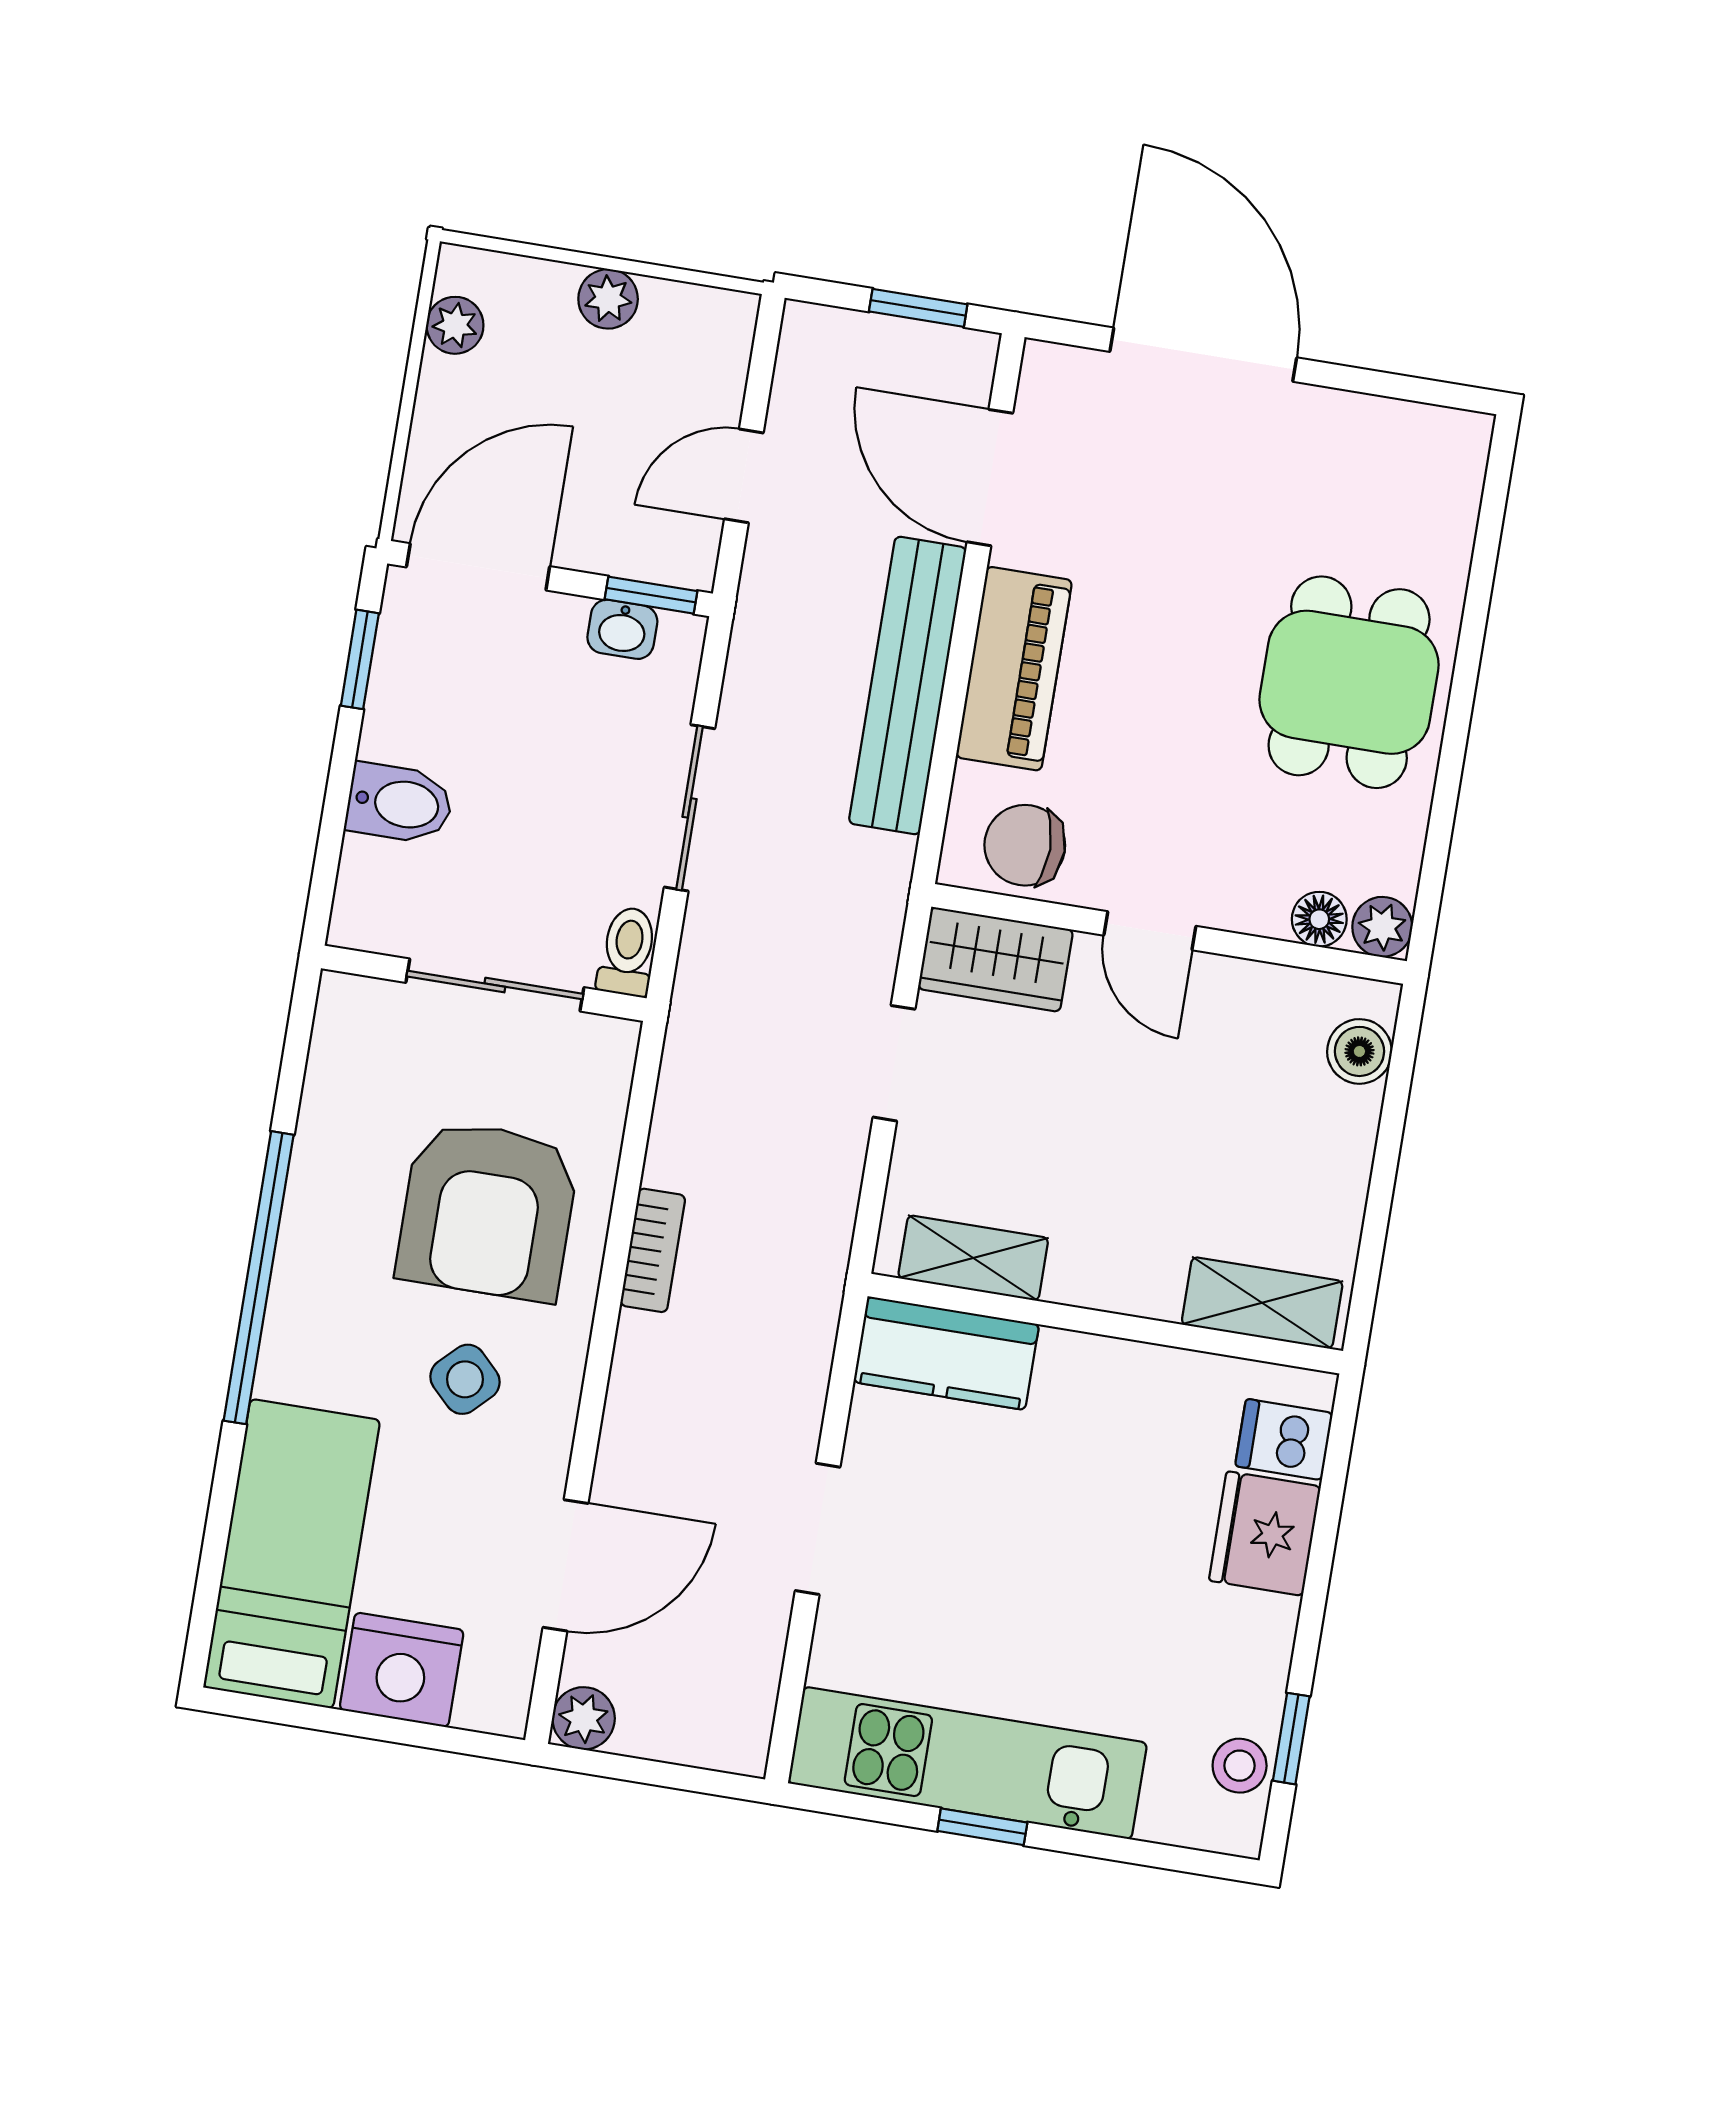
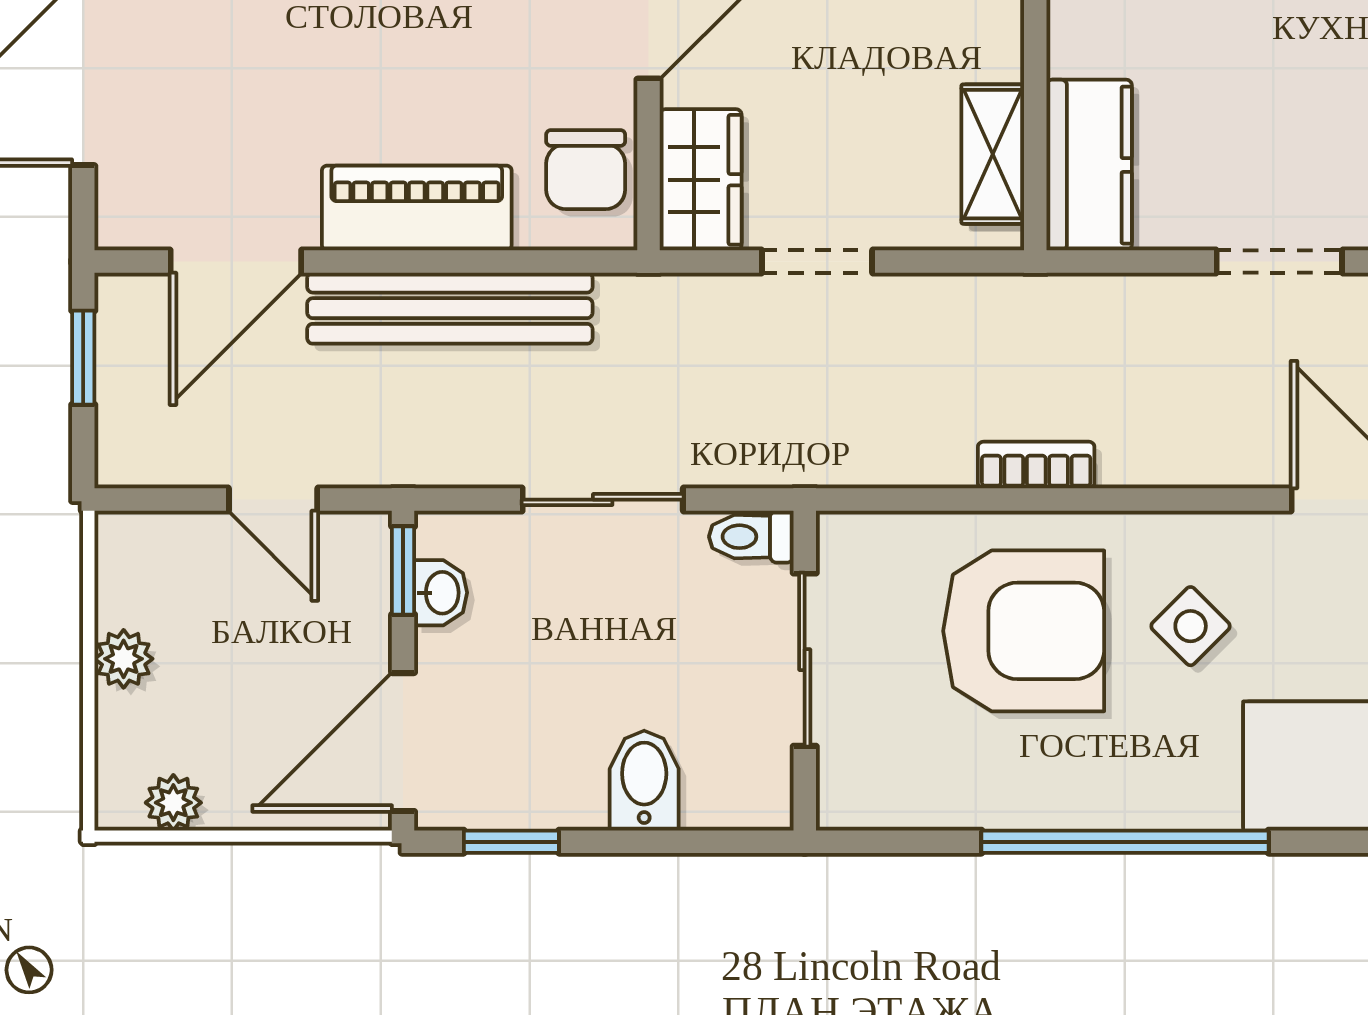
door: (478, 567) -> (403, 742), hinge flipped

